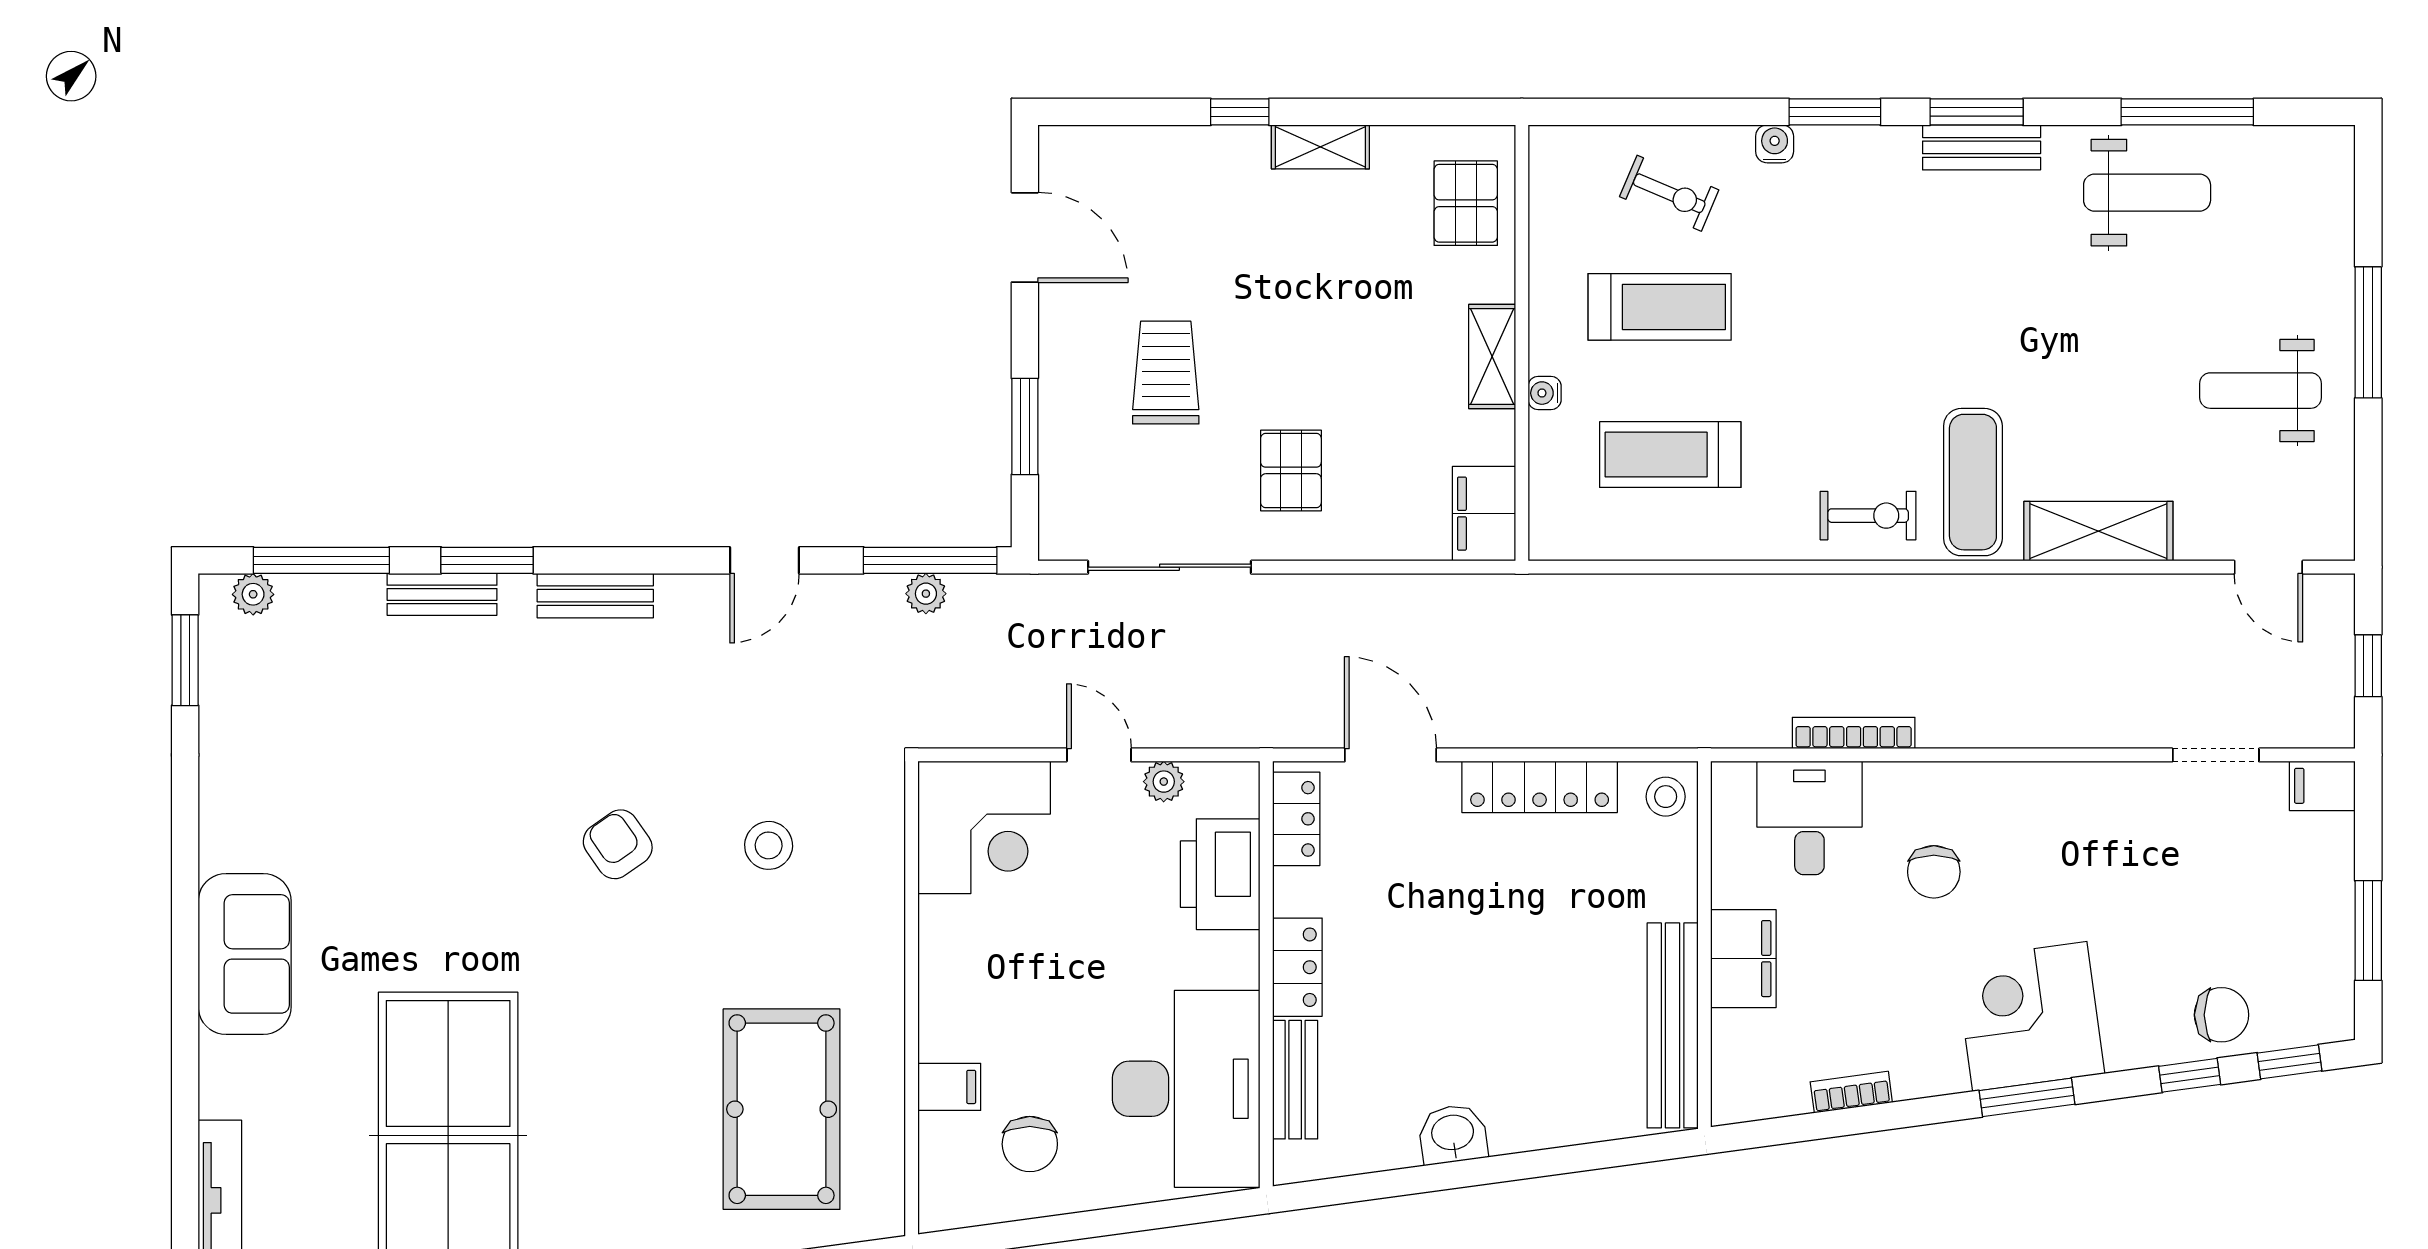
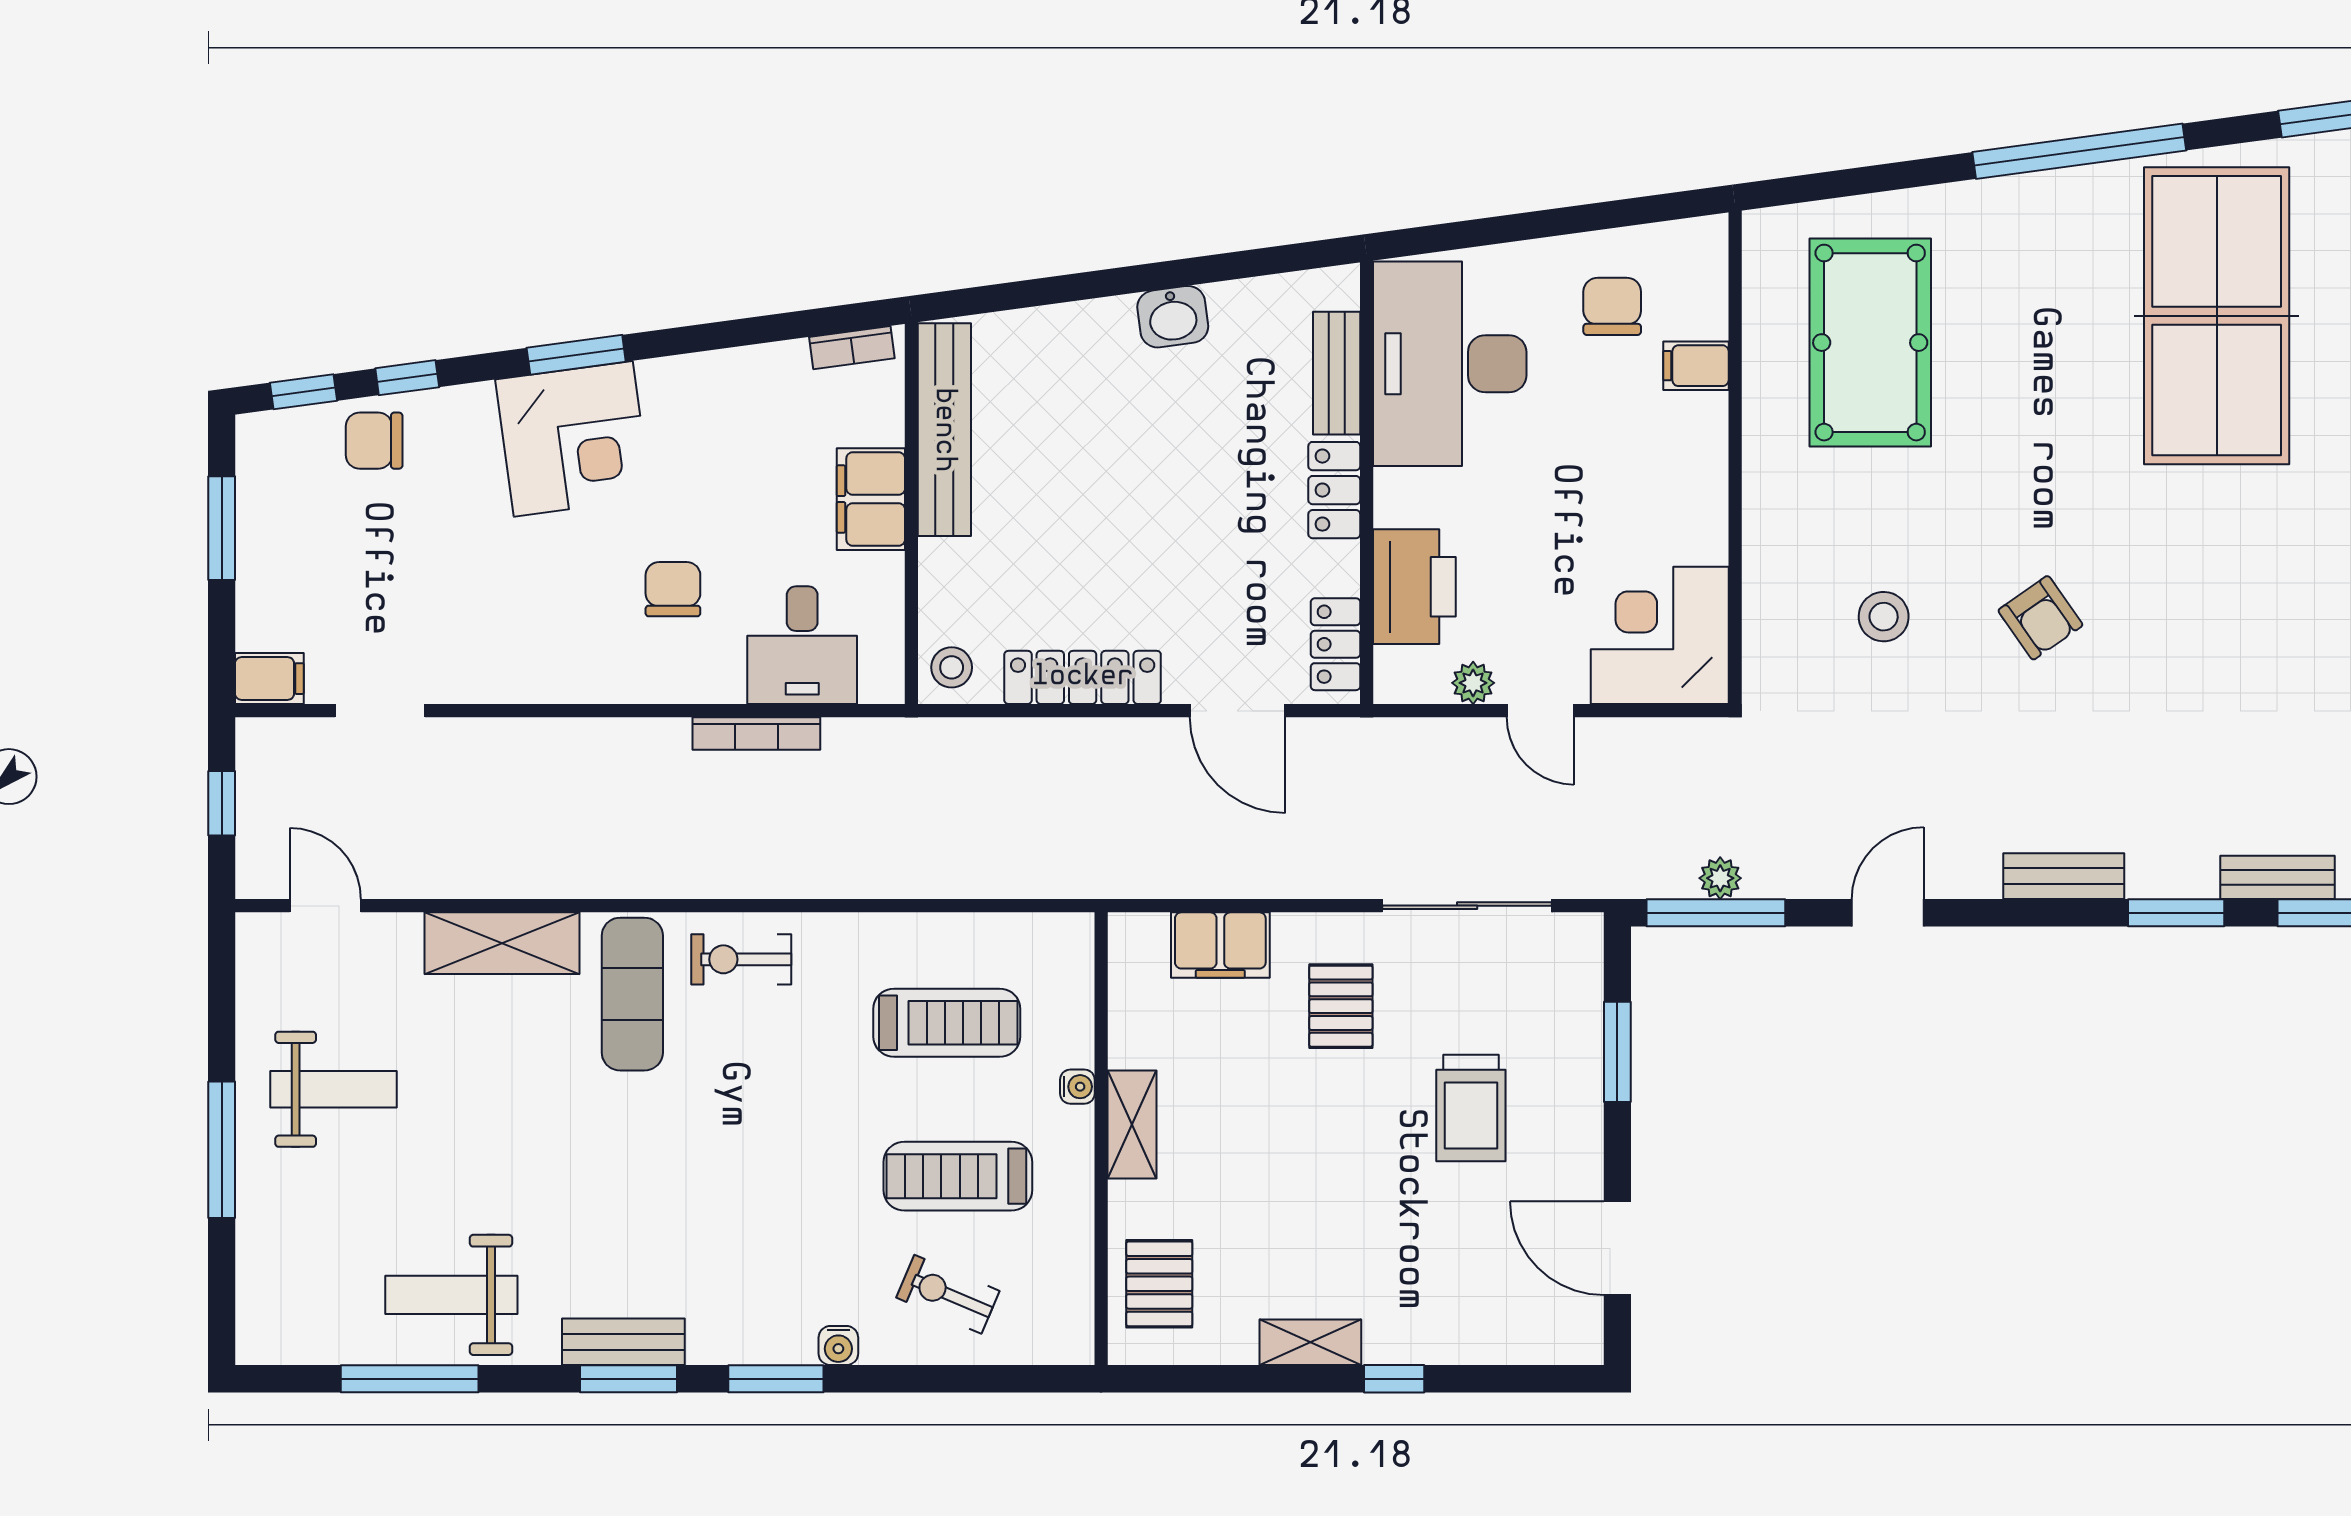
filing cabinet: (1484, 514) -> (1220, 945), moved, turned 90
bench: (442, 594) -> (2277, 877), moved
bookcase: (1851, 1092) -> (852, 348), moved

